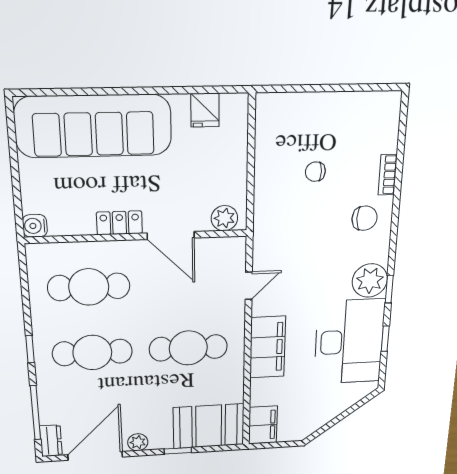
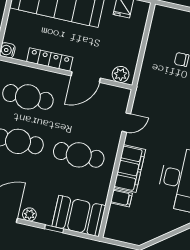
locker: (119, 223) -> (50, 60), width x1.53
door: (171, 235) -> (86, 77), hinge flipped
filing cabinet: (263, 425) -> (121, 198), moved, width x0.50

